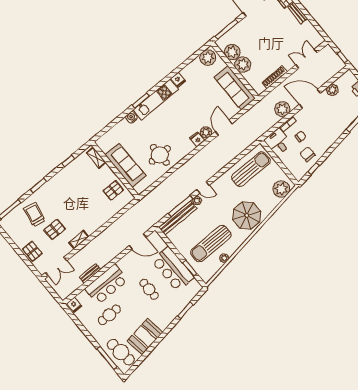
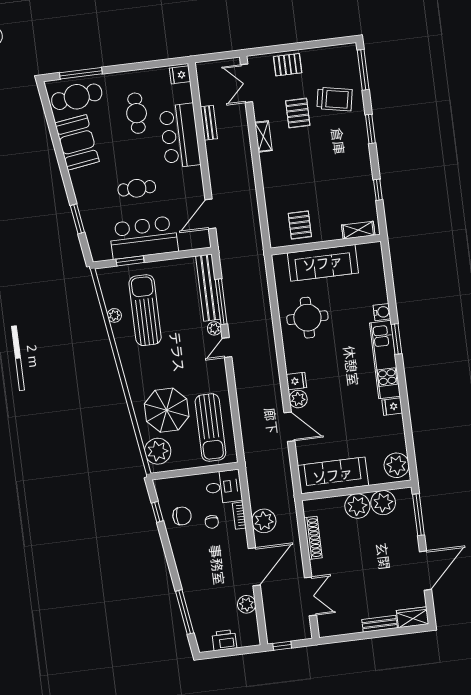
parasol: (247, 215) -> (167, 410), moved

